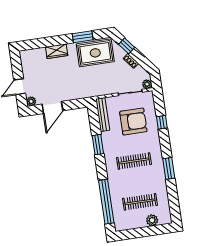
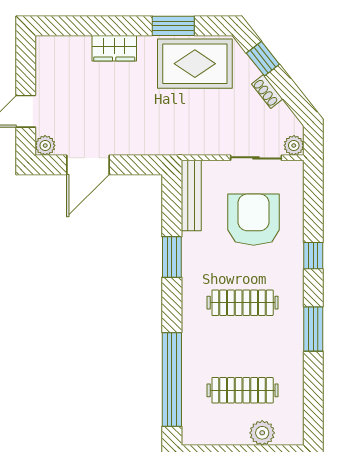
armchair: (133, 122) -> (254, 220), turned -90
window: (162, 122) -> (313, 256), moved

